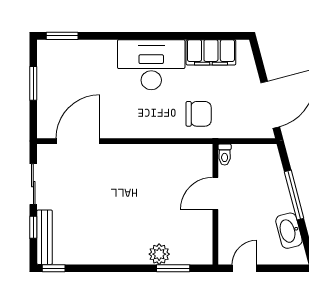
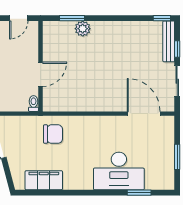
window: (62, 36) -> (139, 193), moved
desk: (151, 65) -> (119, 171), moved
chair: (199, 114) -> (53, 134), turned 180
door: (78, 141) -> (144, 114), swing flipped

